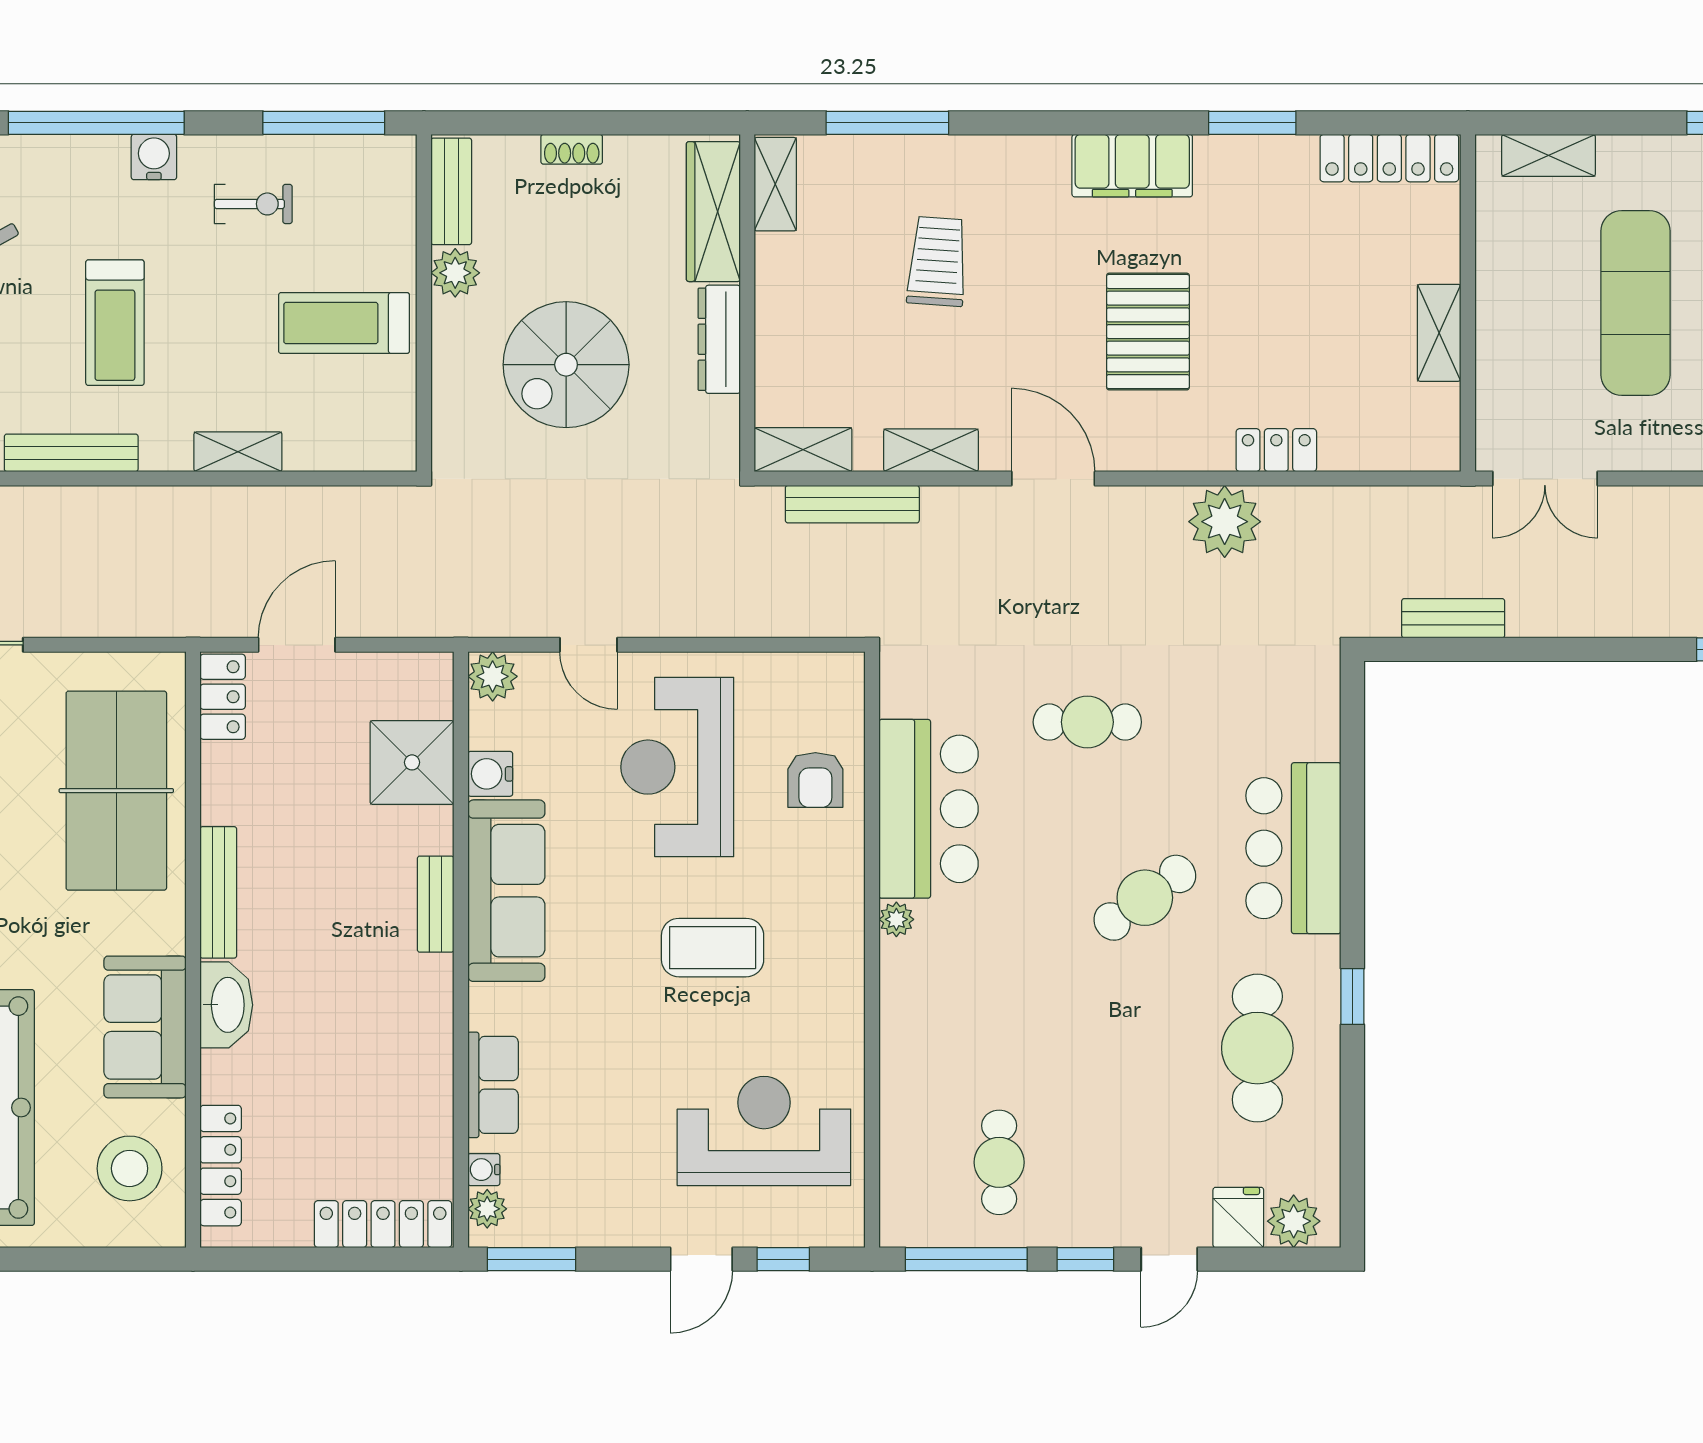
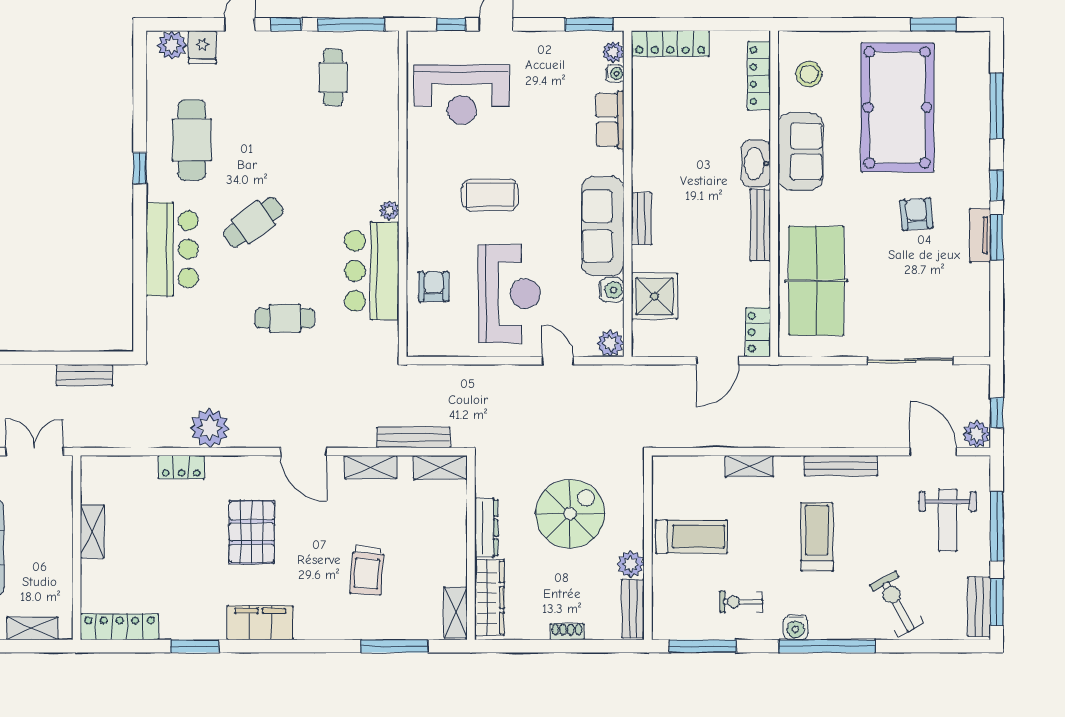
stool: (130, 1168) -> (809, 74), width x0.73, depth x0.73

